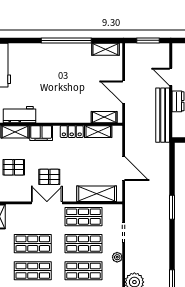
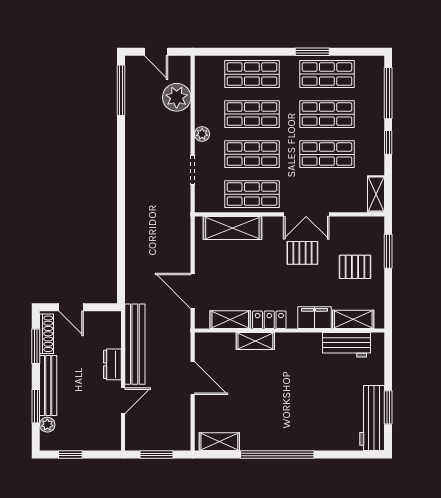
door: (171, 77) -> (123, 401), hinge flipped
shelving: (104, 117) -> (255, 341), moved
door: (124, 169) -> (193, 291), moved
window: (172, 207) -> (121, 208), removed

